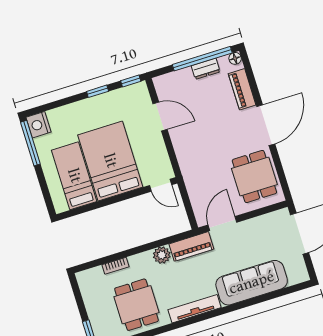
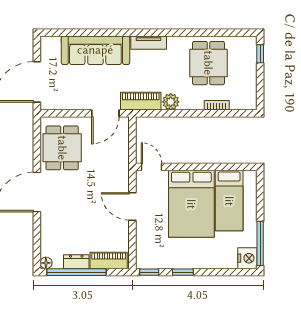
piano: (242, 89) -> (109, 261), moved, turned -90
door: (160, 117) -> (132, 206), moved
tv unit: (195, 309) -> (149, 43), width x0.71

